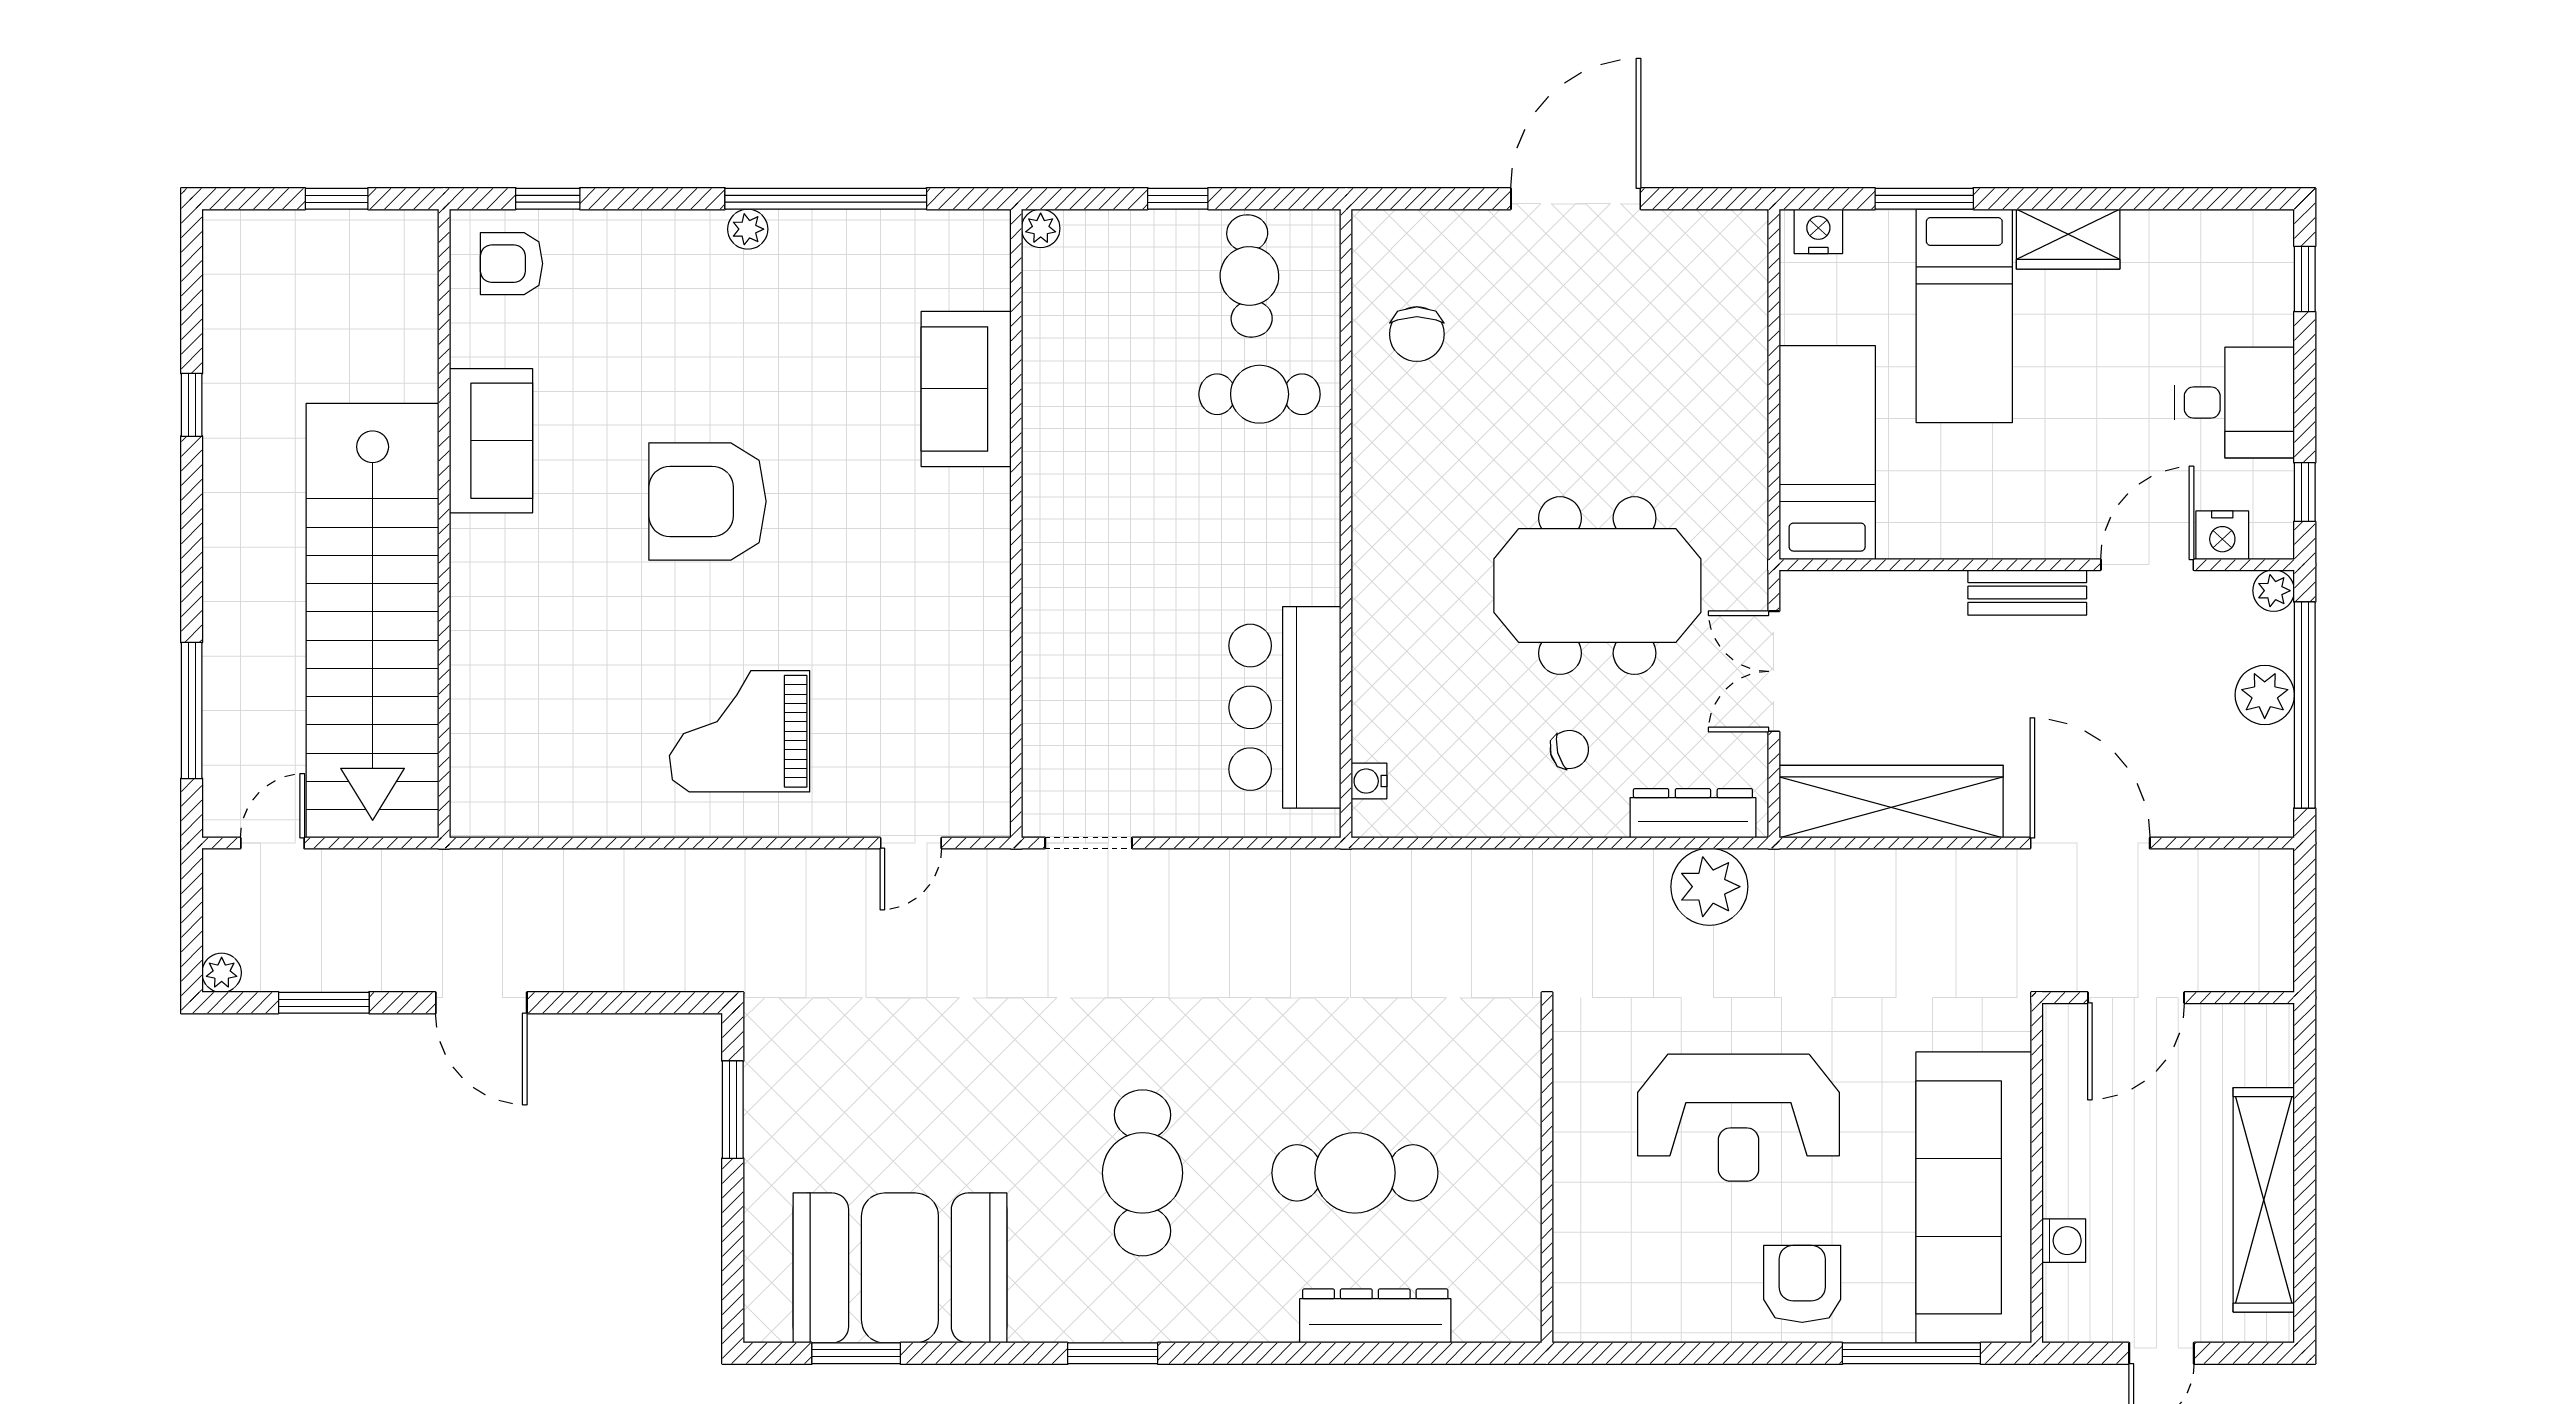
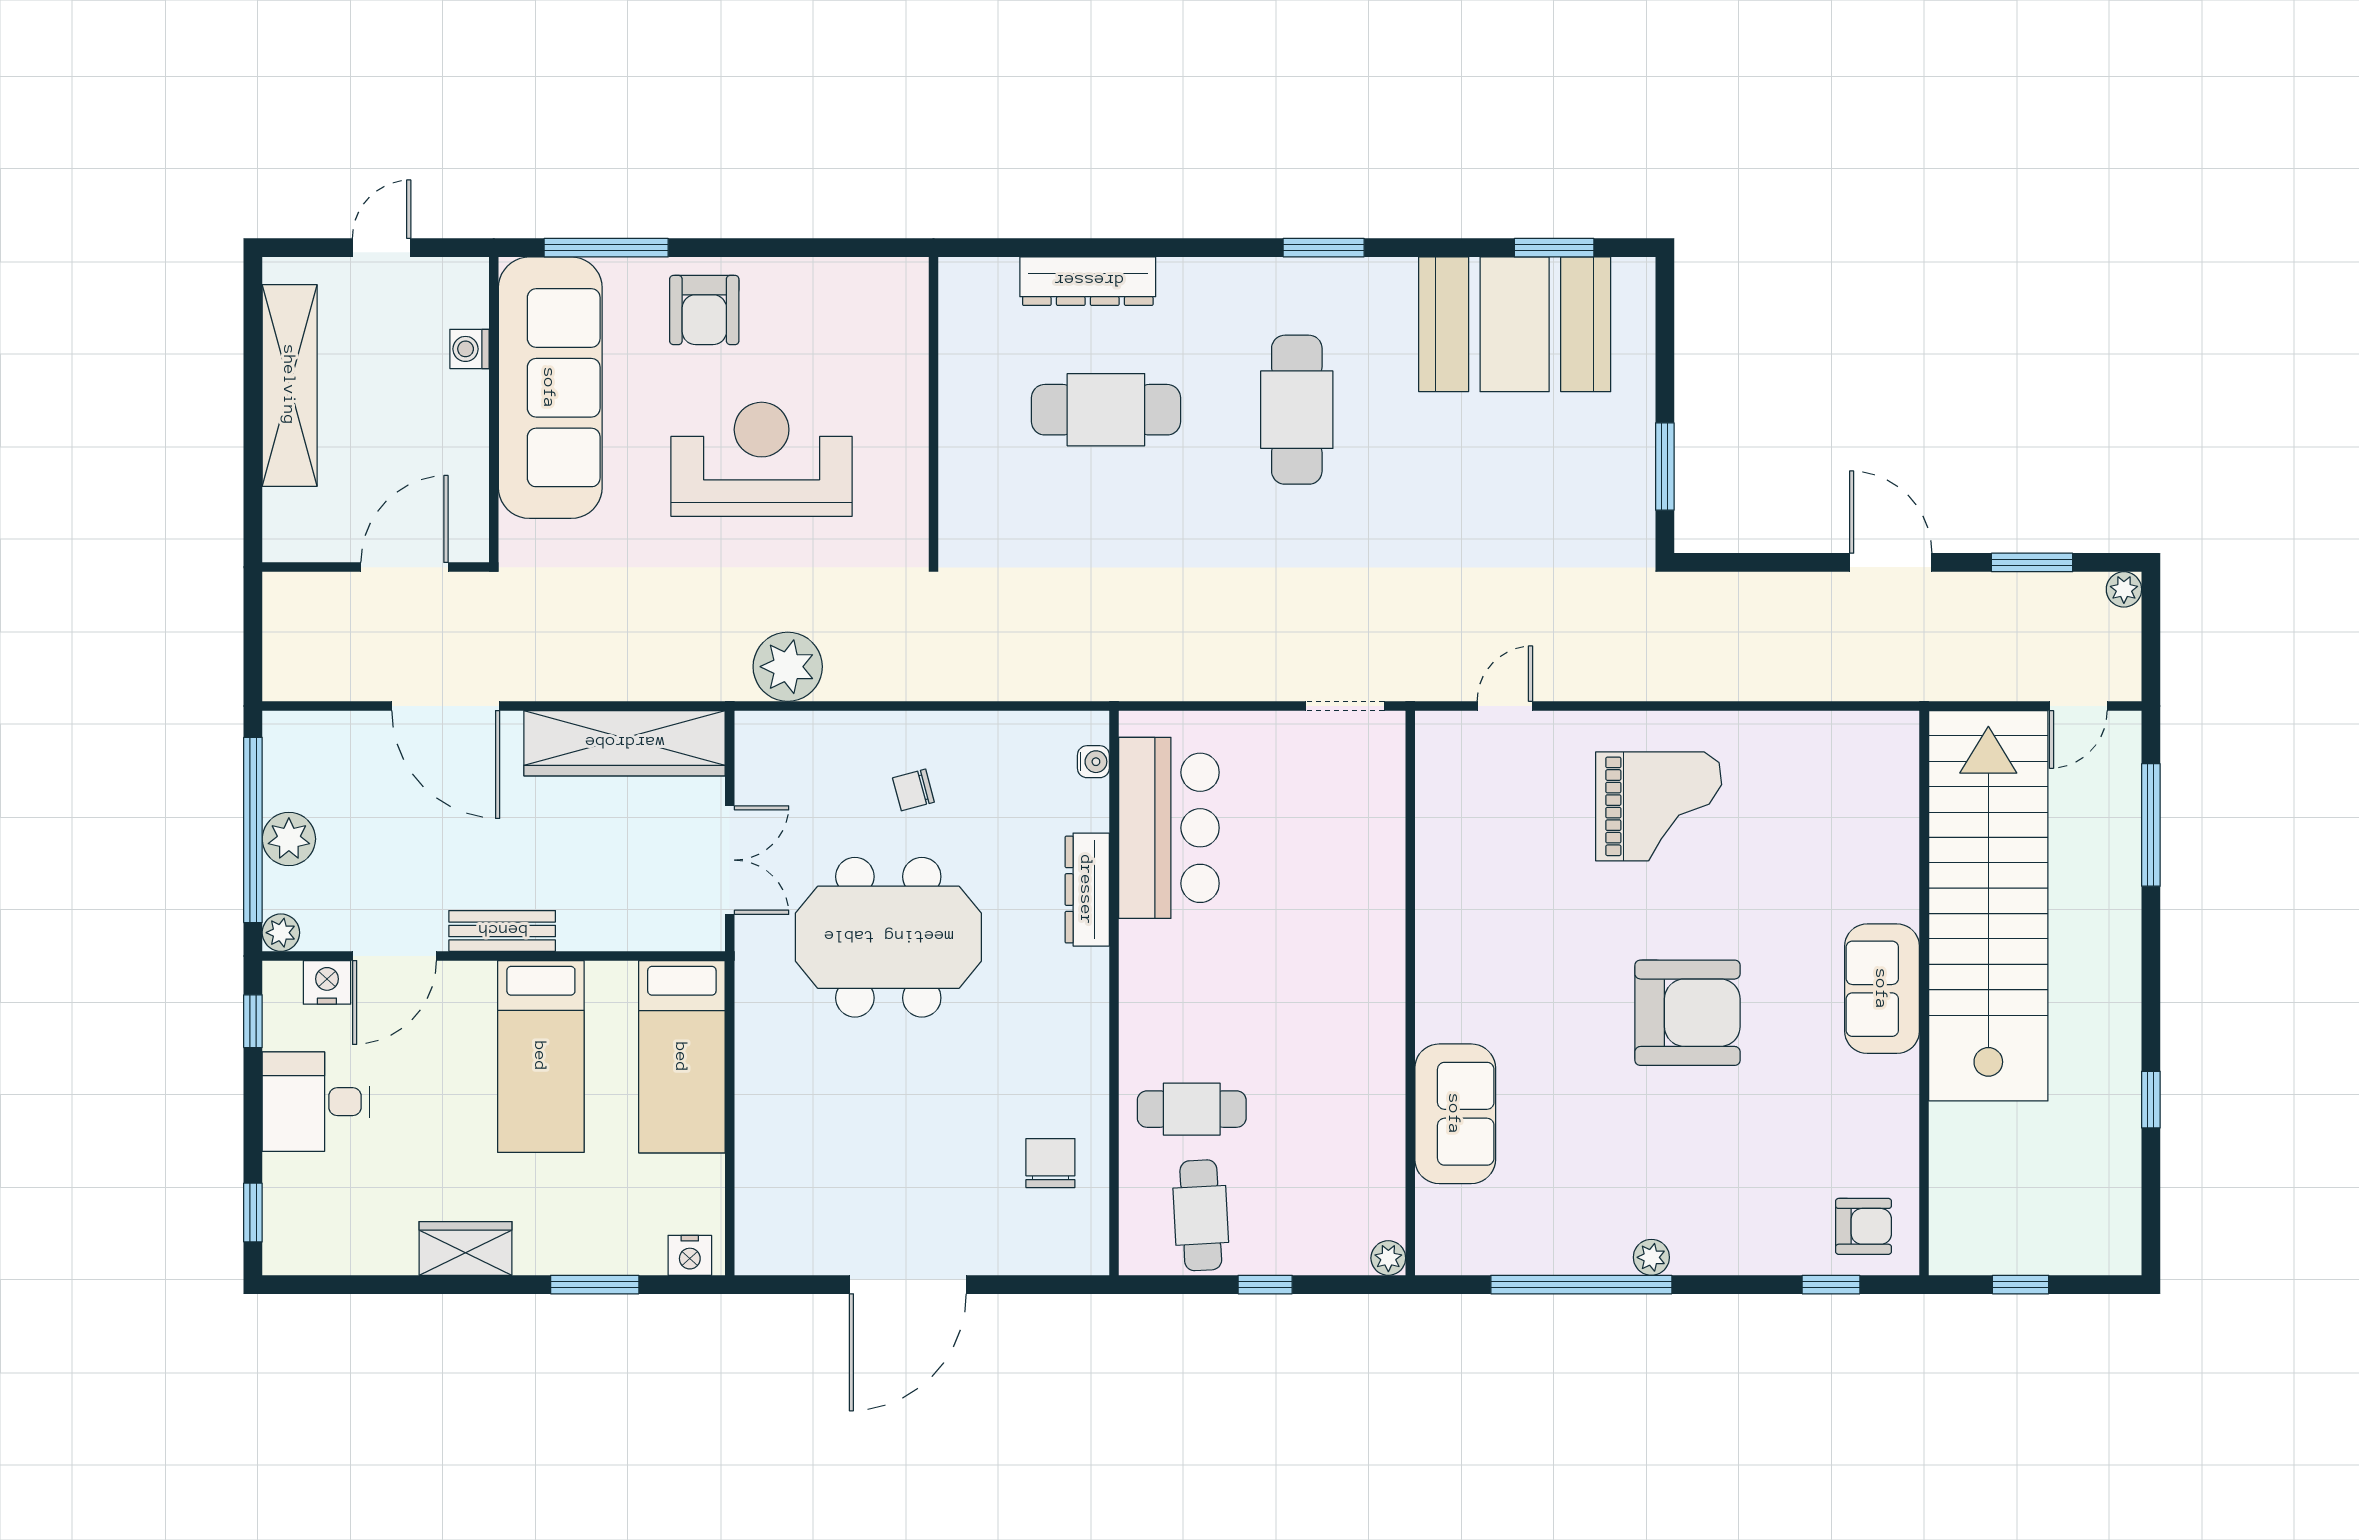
bed: (1964, 316) -> (541, 1056), moved, turned 180
sofa: (491, 441) -> (1882, 989), moved
dresser: (1693, 813) -> (1087, 890), moved, turned 90

